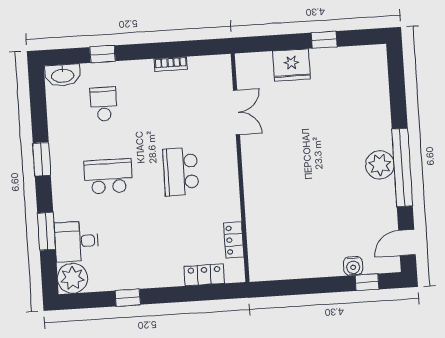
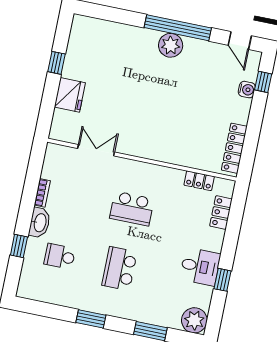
washbasin: (63, 75) -> (40, 223), moved
desk: (76, 241) -> (200, 267), moved, turned -90
locker: (282, 270) -> (234, 148), added

